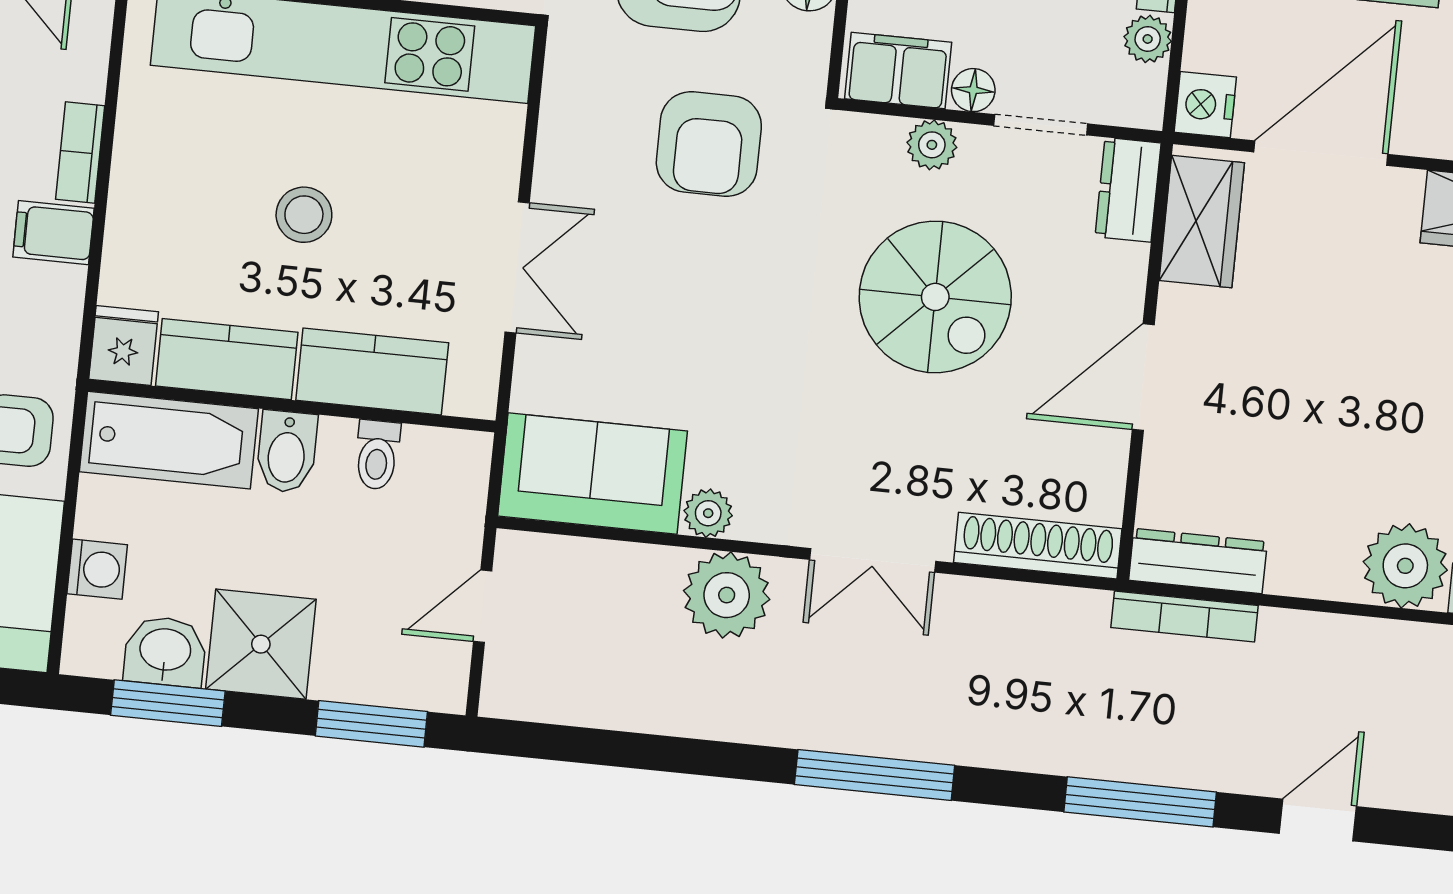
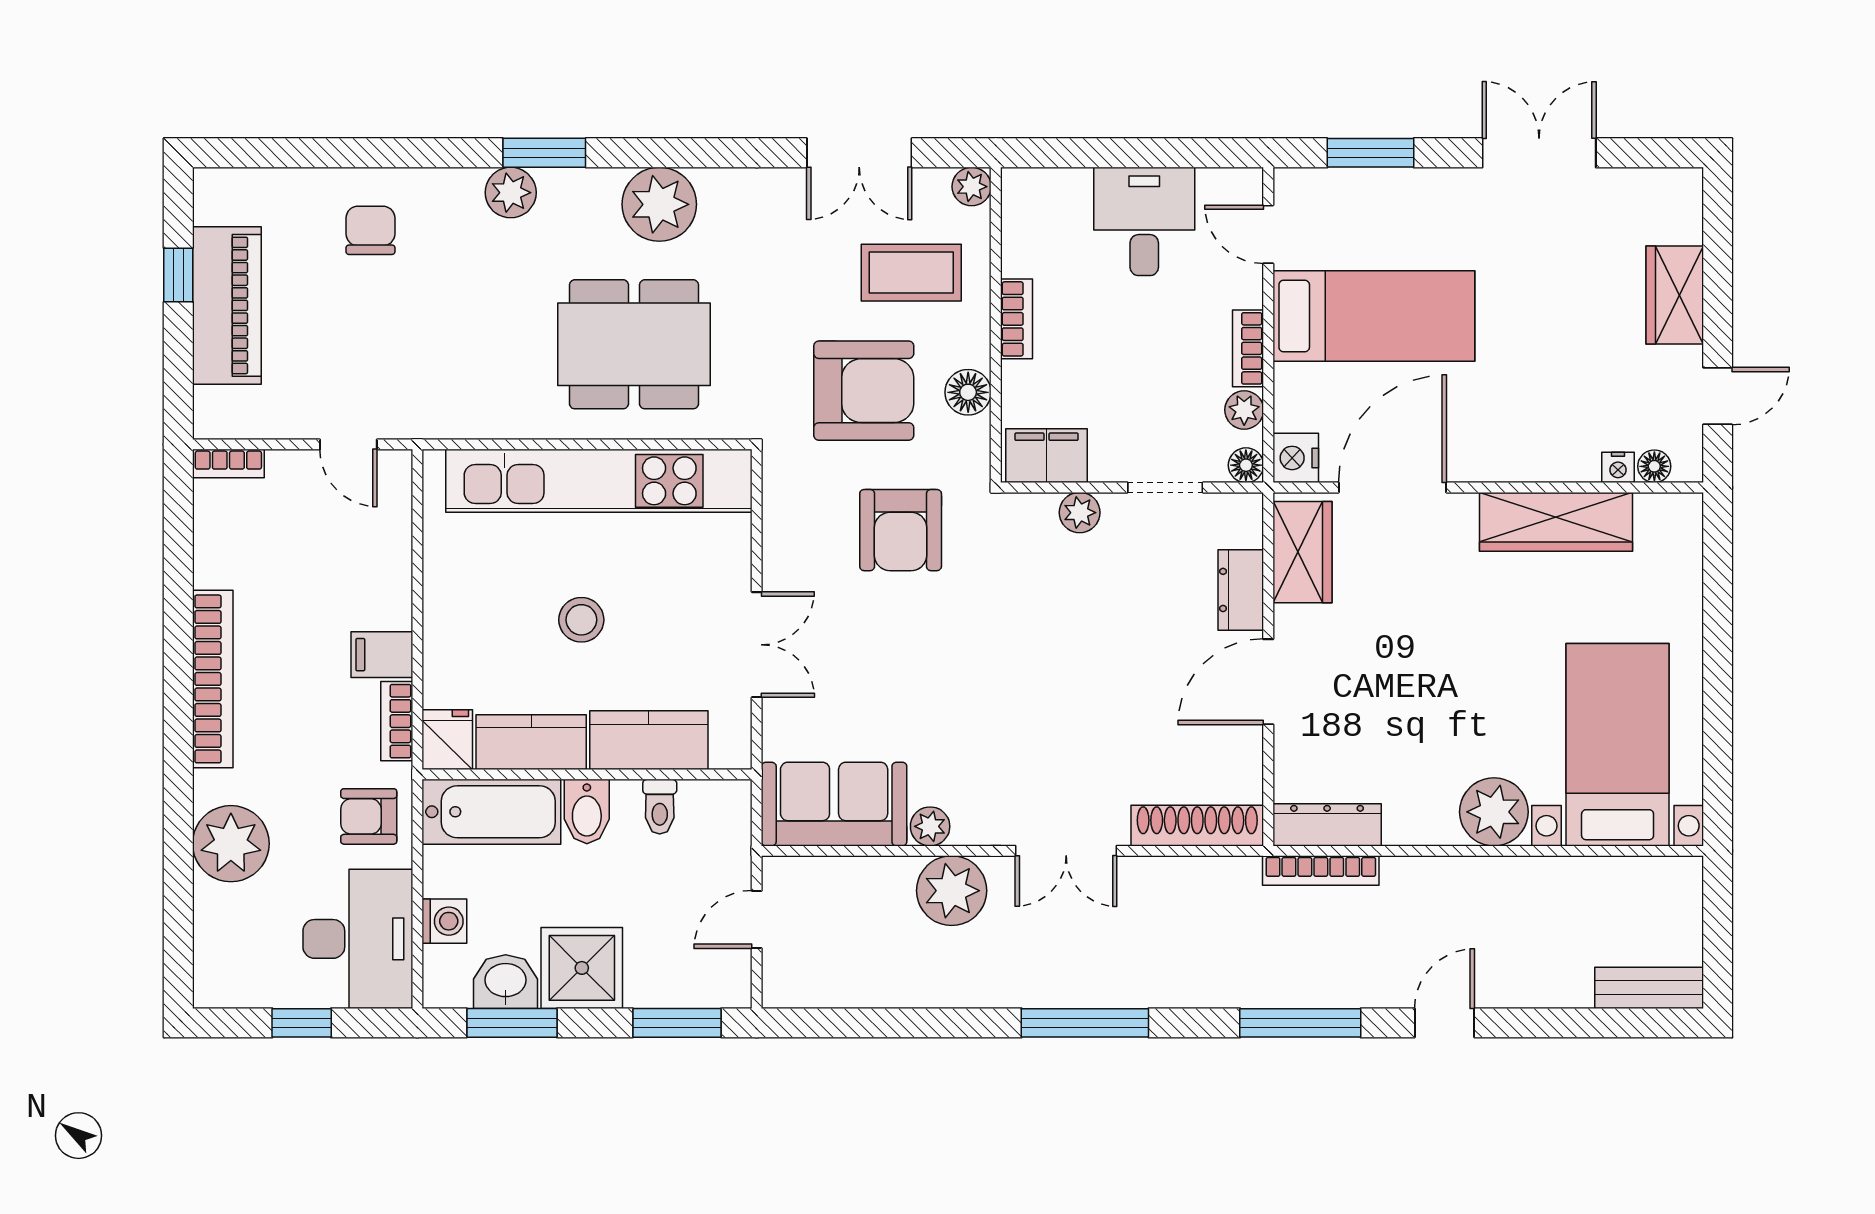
floor lamp: (973, 90) -> (1246, 465), moved
bookcase: (80, 153) -> (397, 721), moved
dresser: (1128, 190) -> (1241, 590), moved
spiral stairs: (935, 297) -> (1095, 634), removed

